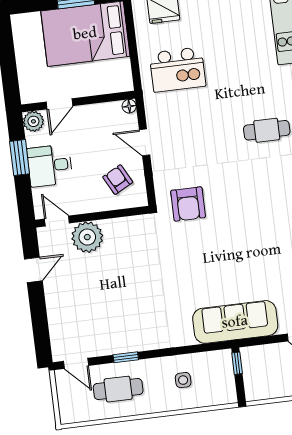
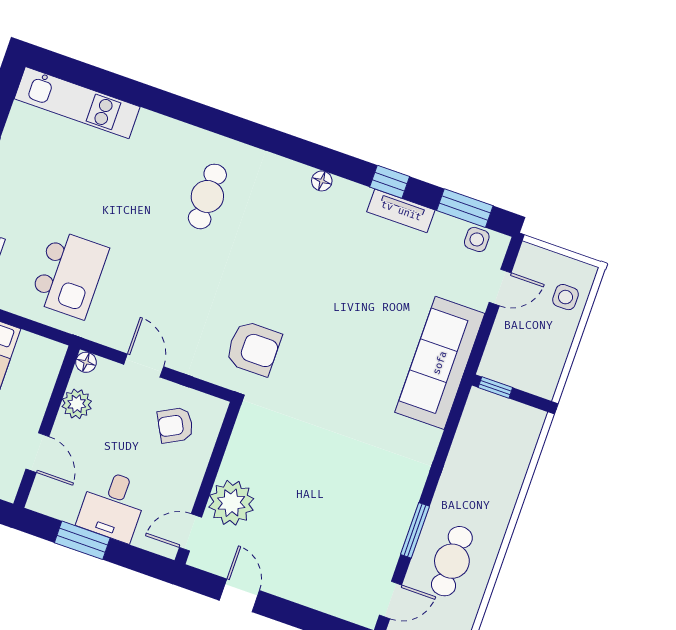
plant: (33, 121) -> (77, 404), moved
door: (145, 142) -> (144, 366), swing flipped
window: (126, 357) -> (415, 530), width x1.50
side table: (183, 380) -> (482, 470), removed

